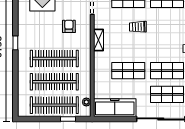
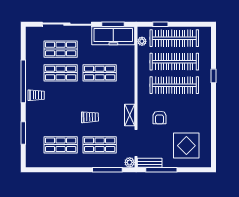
shelving: (99, 40) -> (130, 115), moved
window: (15, 43) -> (213, 76), moved
window: (115, 119) -> (113, 24), added

